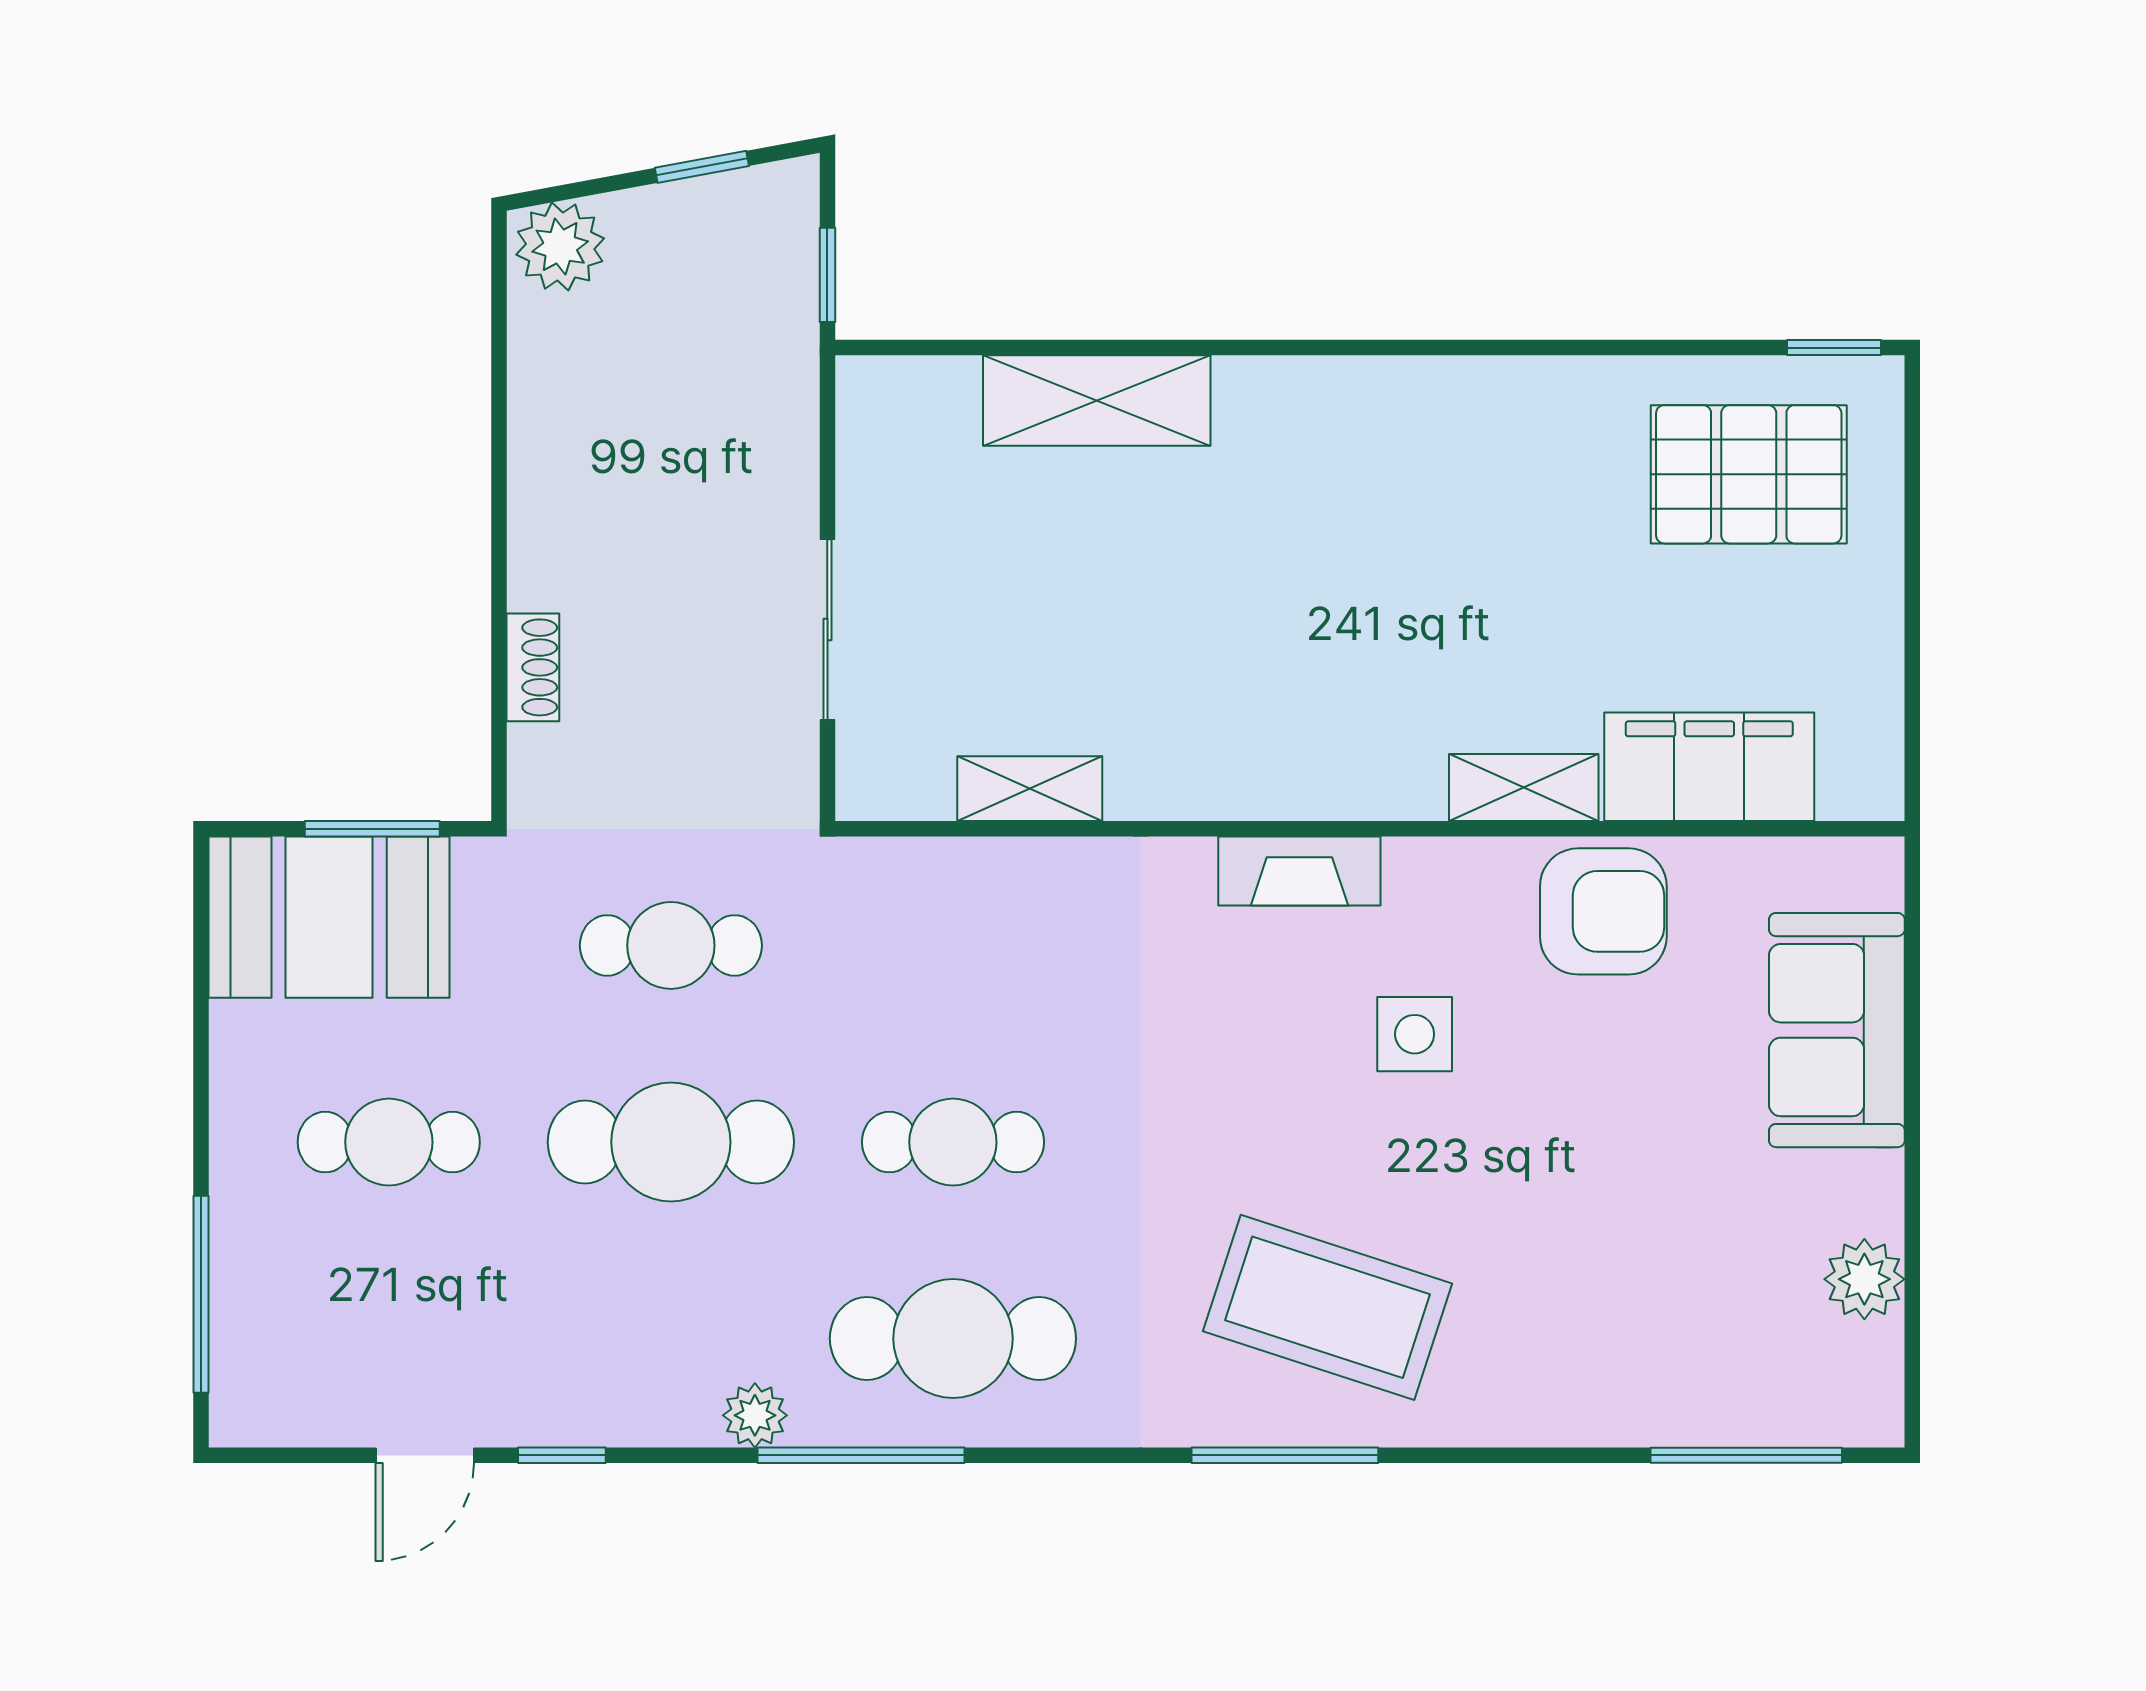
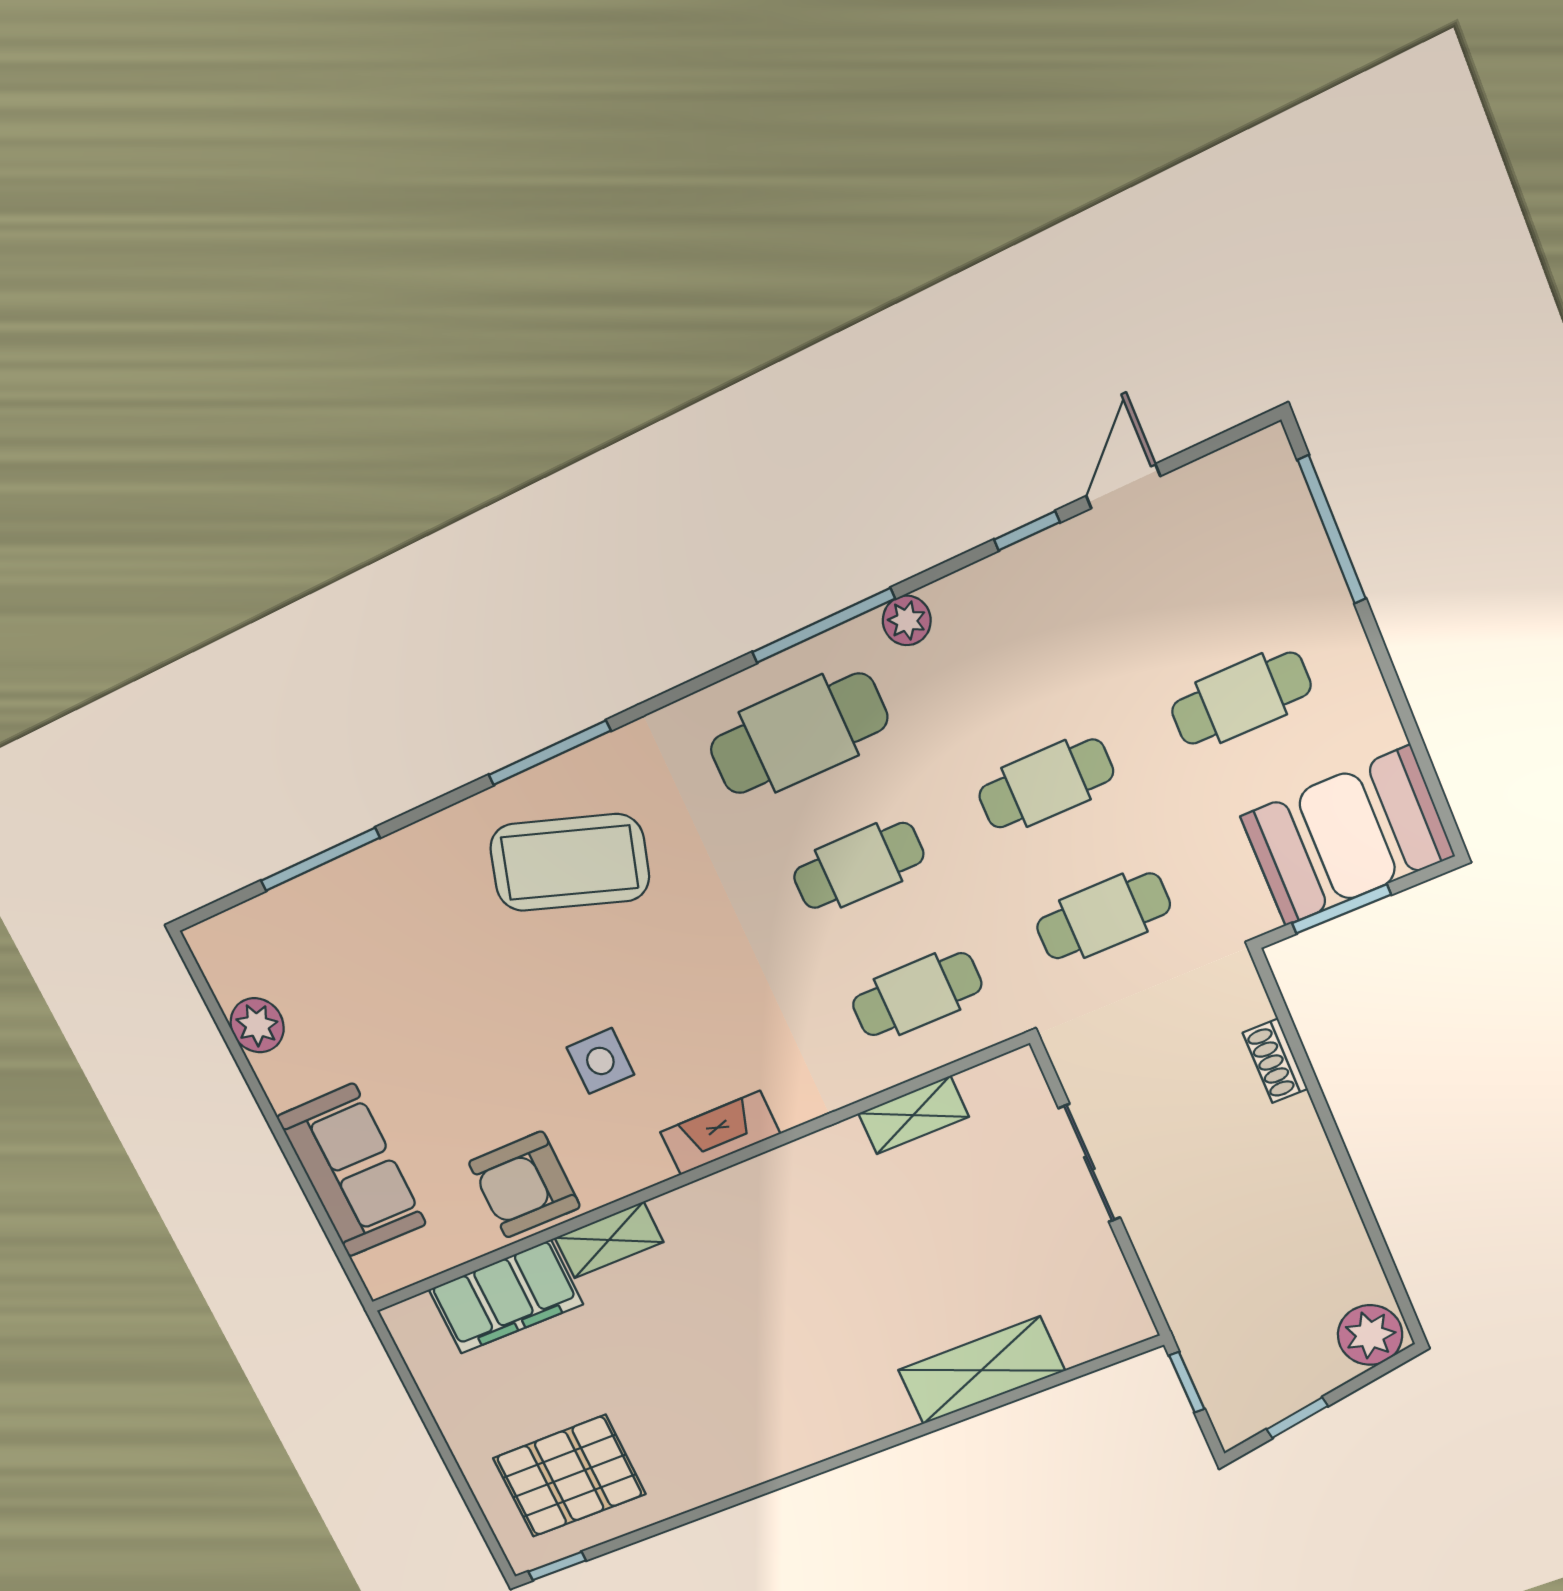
cafe table: (953, 945) -> (917, 994), added
cafe table: (671, 1142) -> (1046, 784), width x0.73, depth x0.74
window: (1746, 1455) -> (320, 859), moved

